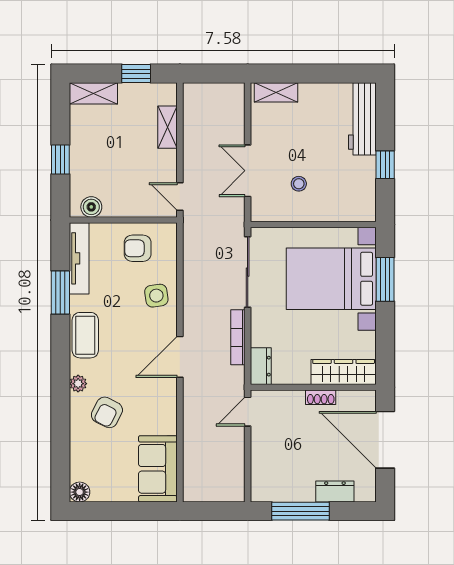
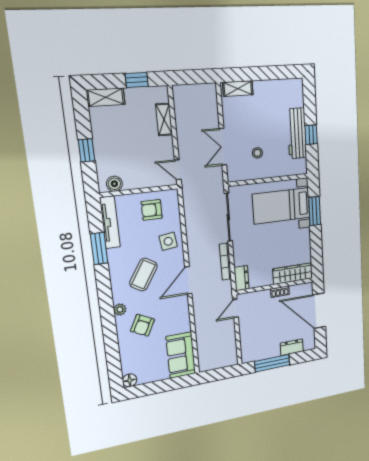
workbench: (362, 119) -> (297, 133), moved
bed with nightstands: (331, 279) -> (281, 206), width x0.73
coffee table: (85, 335) -> (143, 275), moved, turned 32

